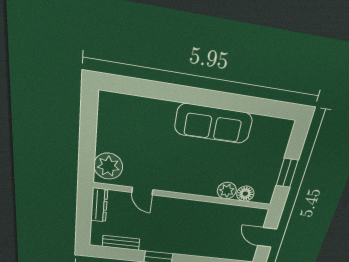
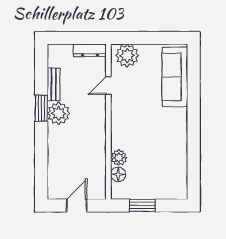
sofa: (213, 124) -> (175, 77), moved
bench: (121, 243) -> (54, 84), moved
plant: (166, 243) -> (59, 113), added

